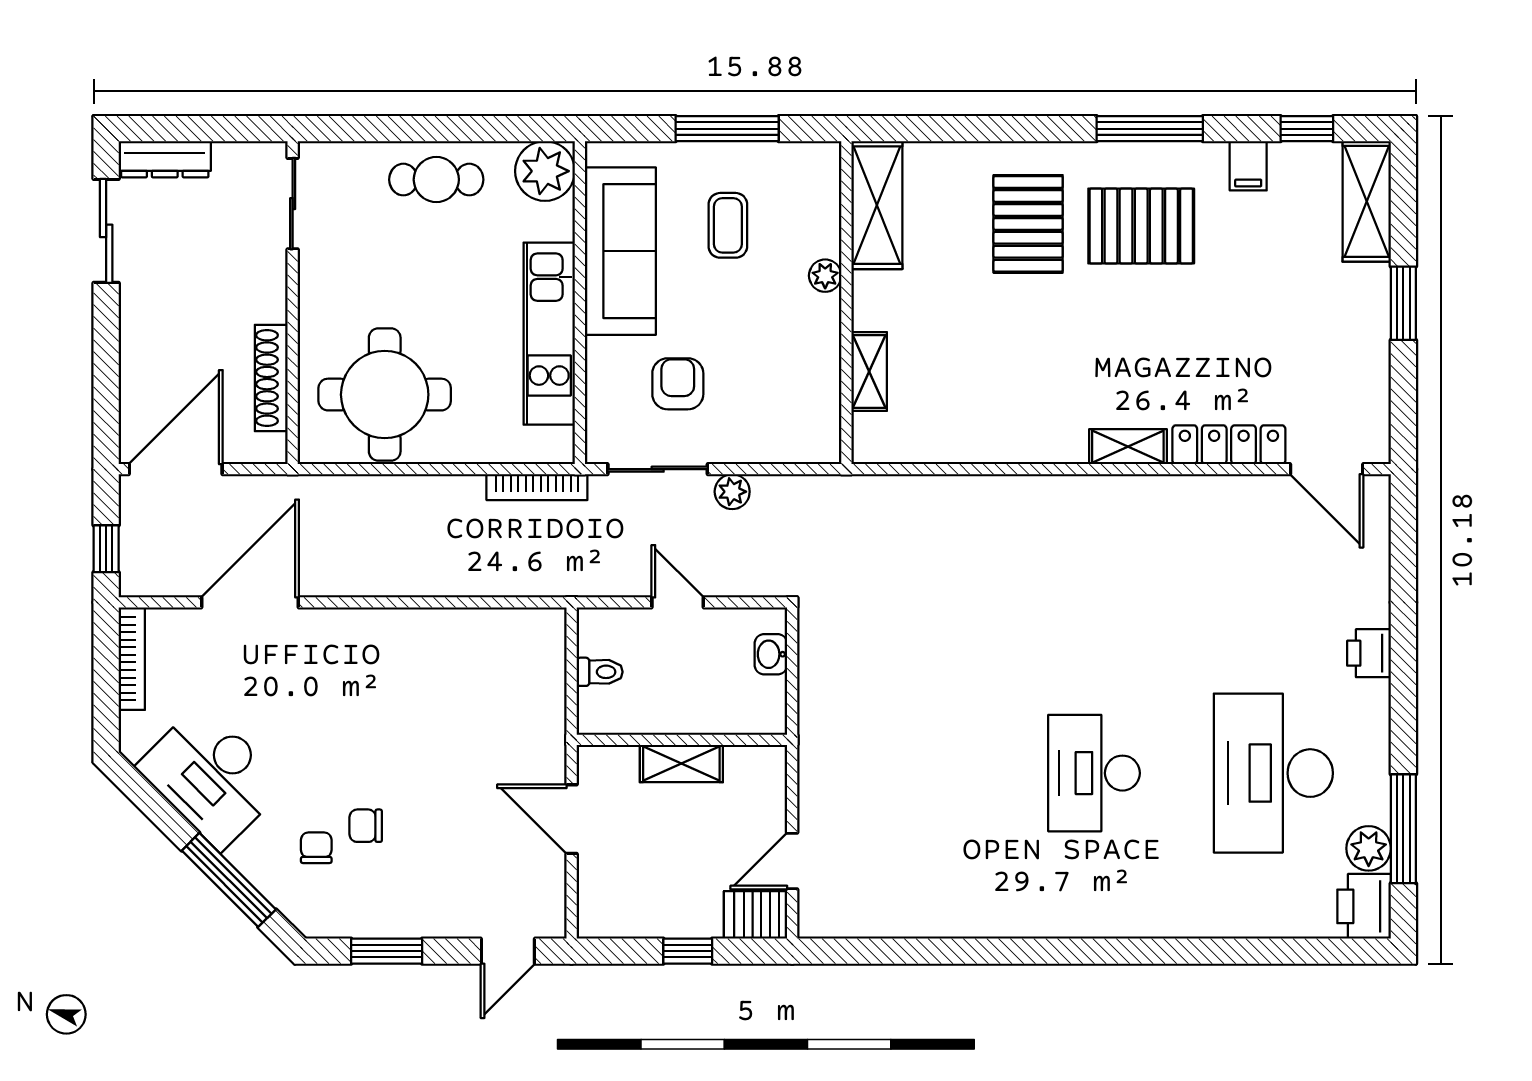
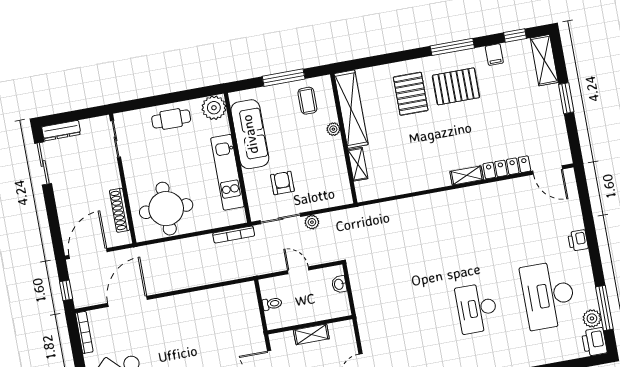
shelving: (877, 205) -> (351, 109), width x1.47
coffee table: (728, 225) -> (307, 101), moved

